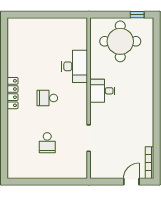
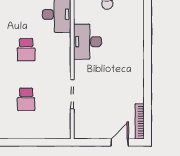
desk: (102, 91) -> (87, 42), width x1.37
school desk: (47, 98) -> (26, 50), turned -90

